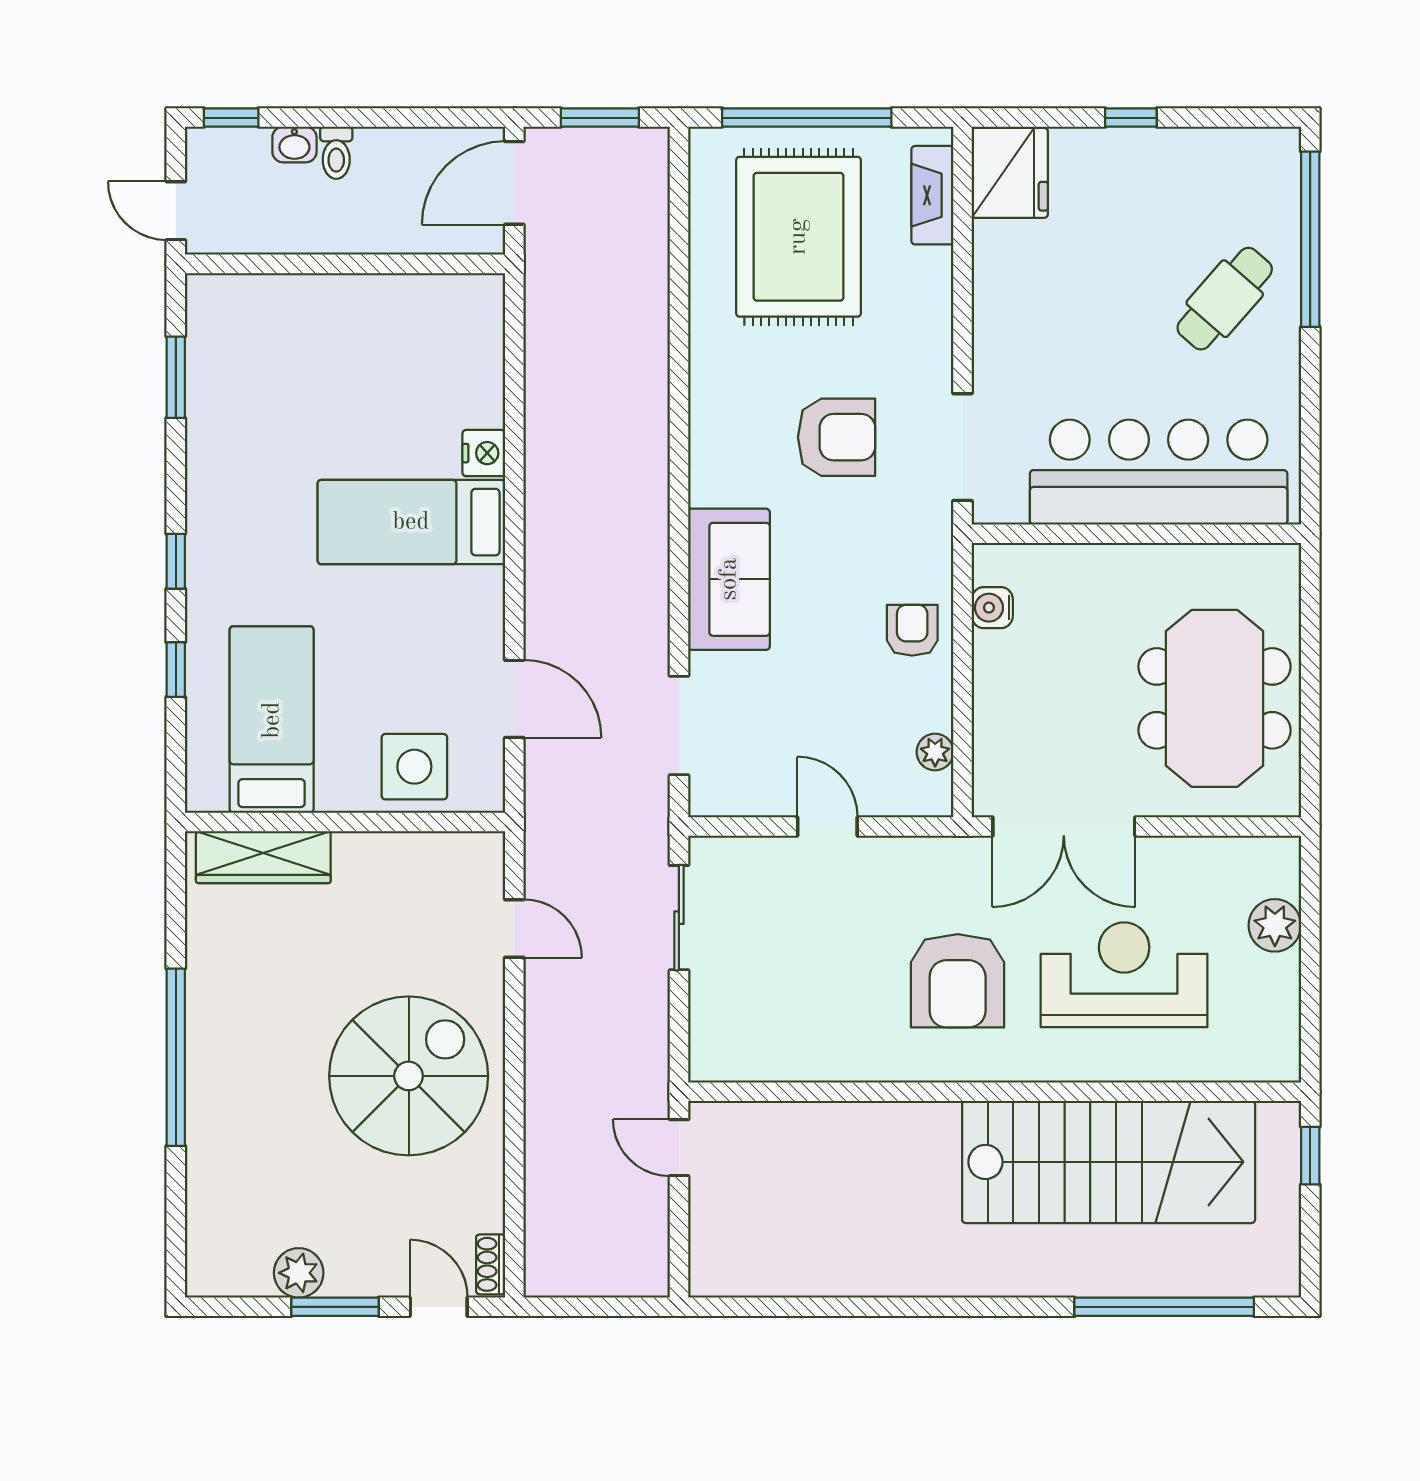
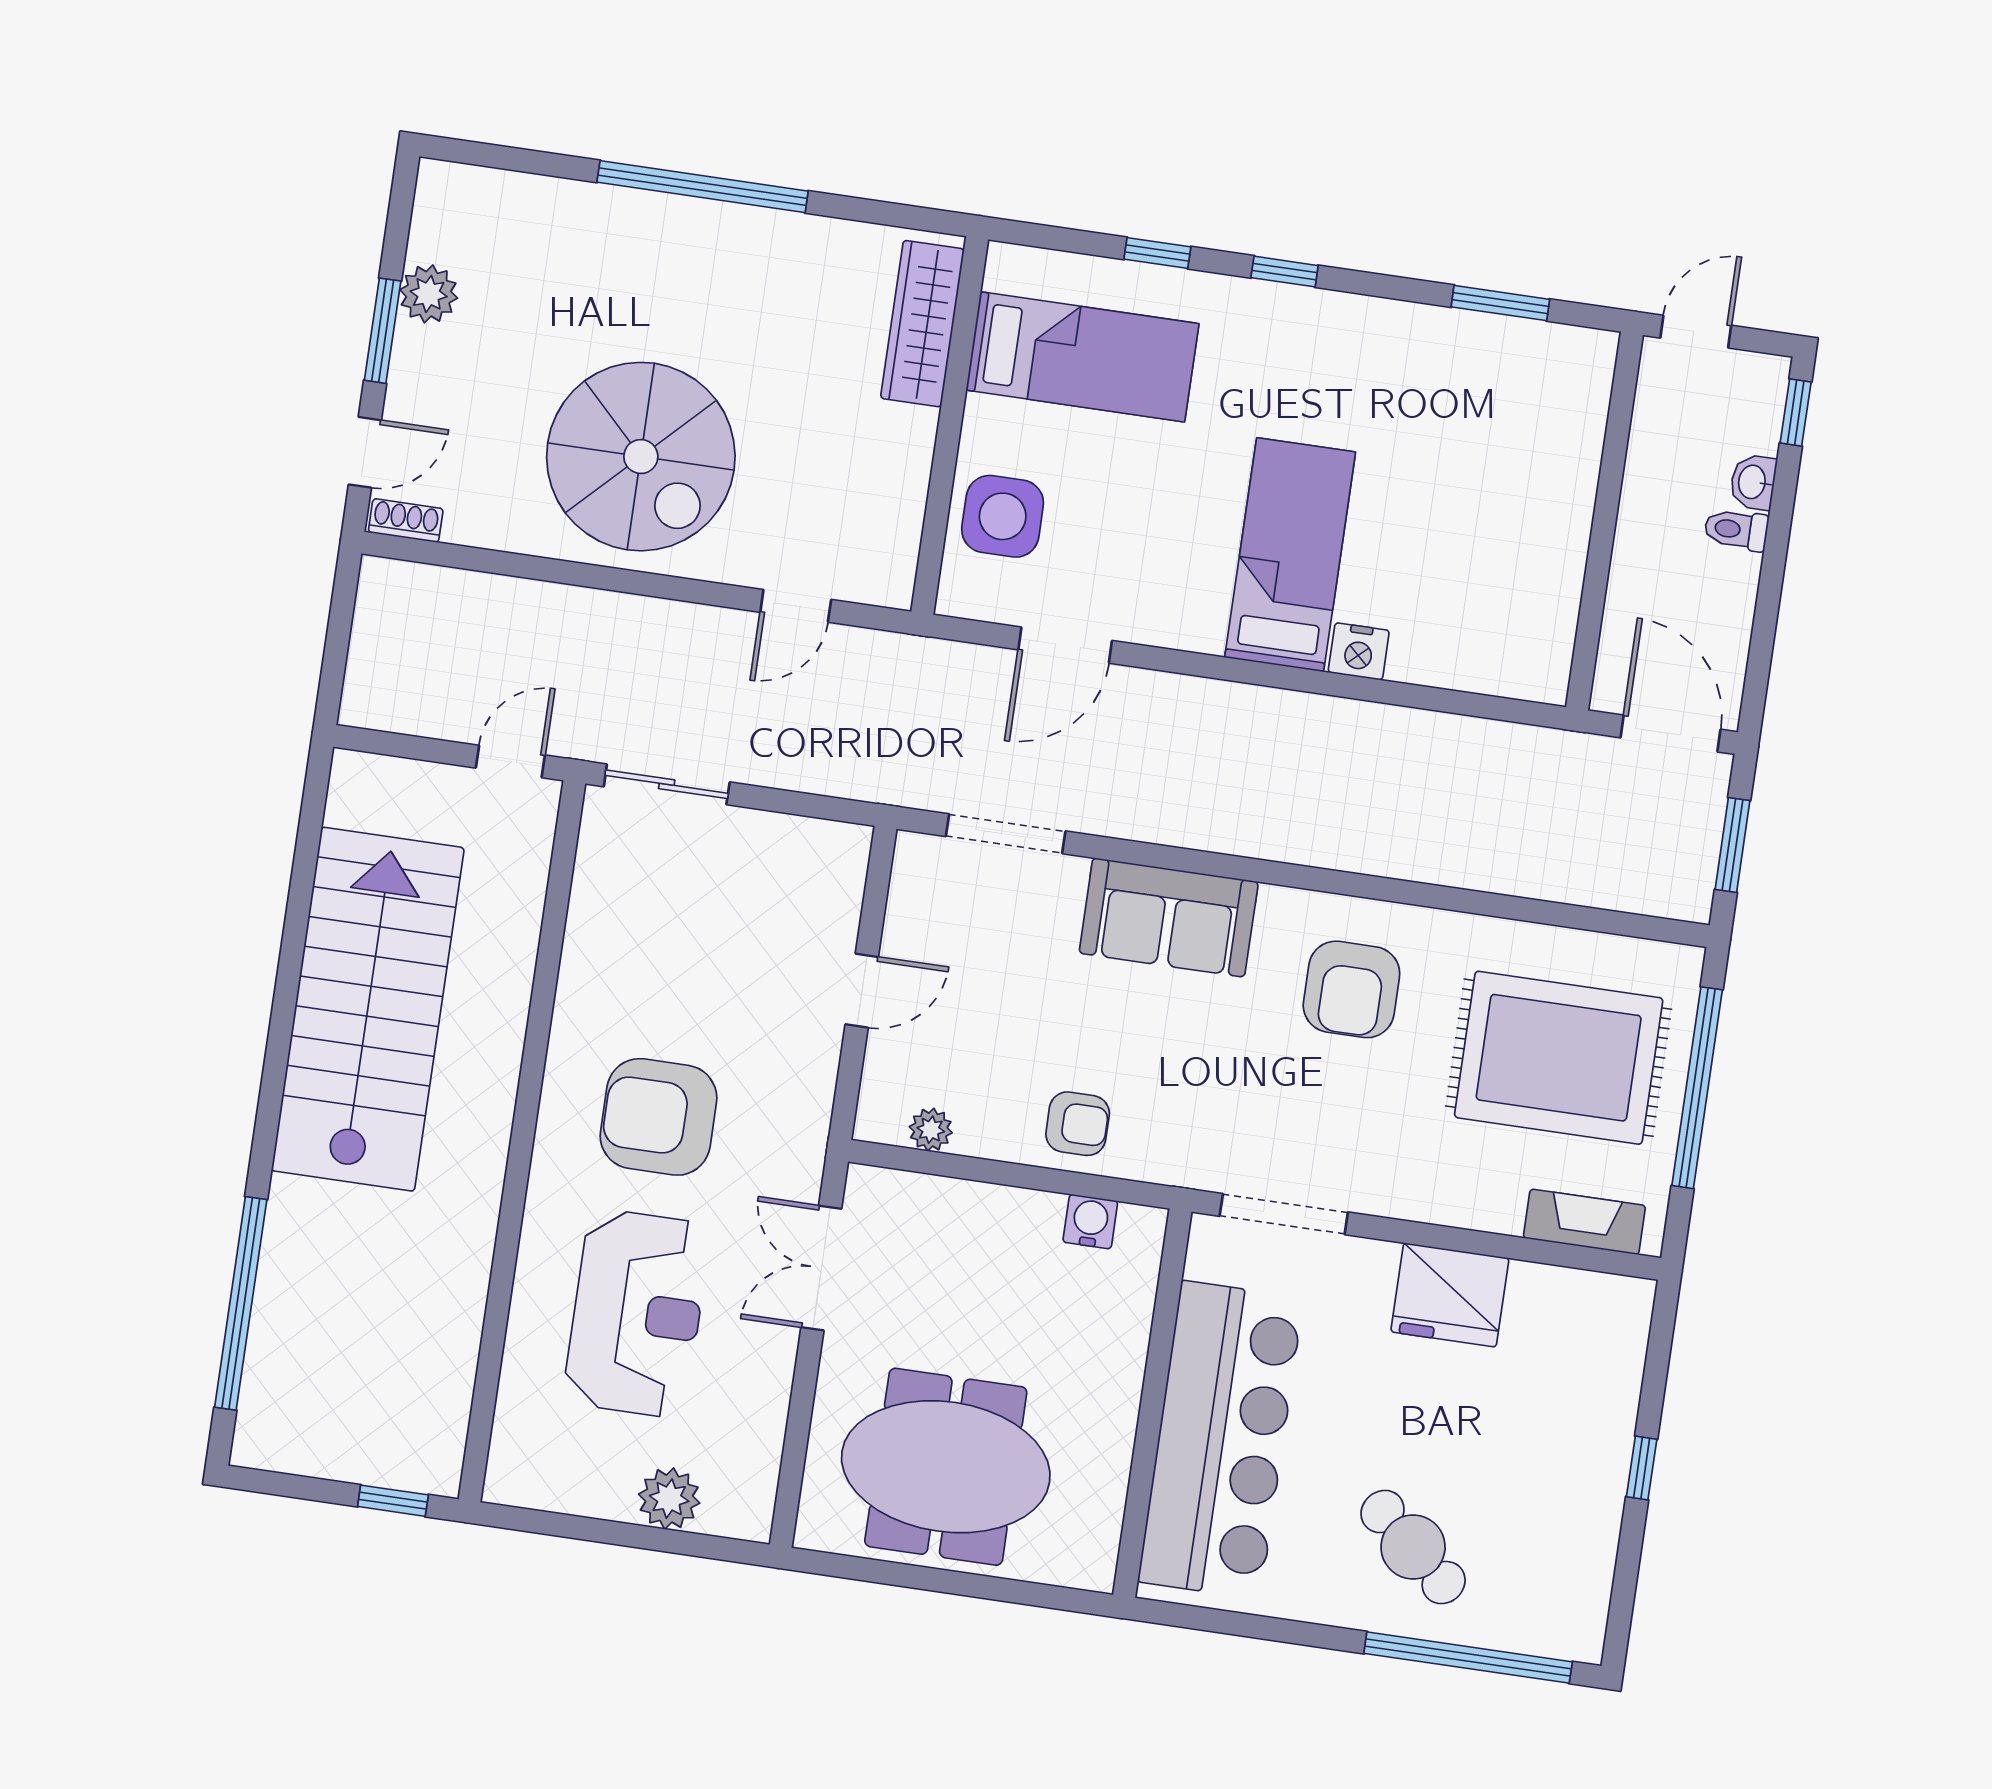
fridge: (1010, 173) -> (1450, 1295), moved
armchair: (837, 437) -> (1351, 989), moved
double door: (1064, 826) -> (821, 1268), width x0.73
sliding door: (679, 918) -> (667, 784), moved
stairs: (1109, 1162) -> (368, 1009), moved, turned 180

